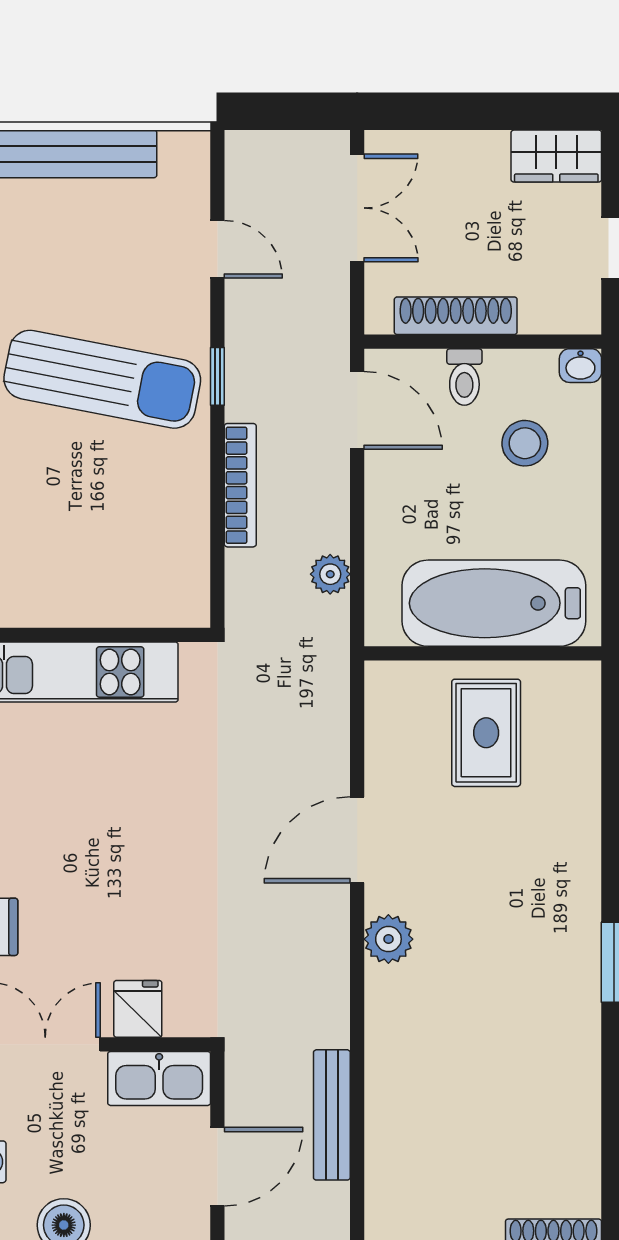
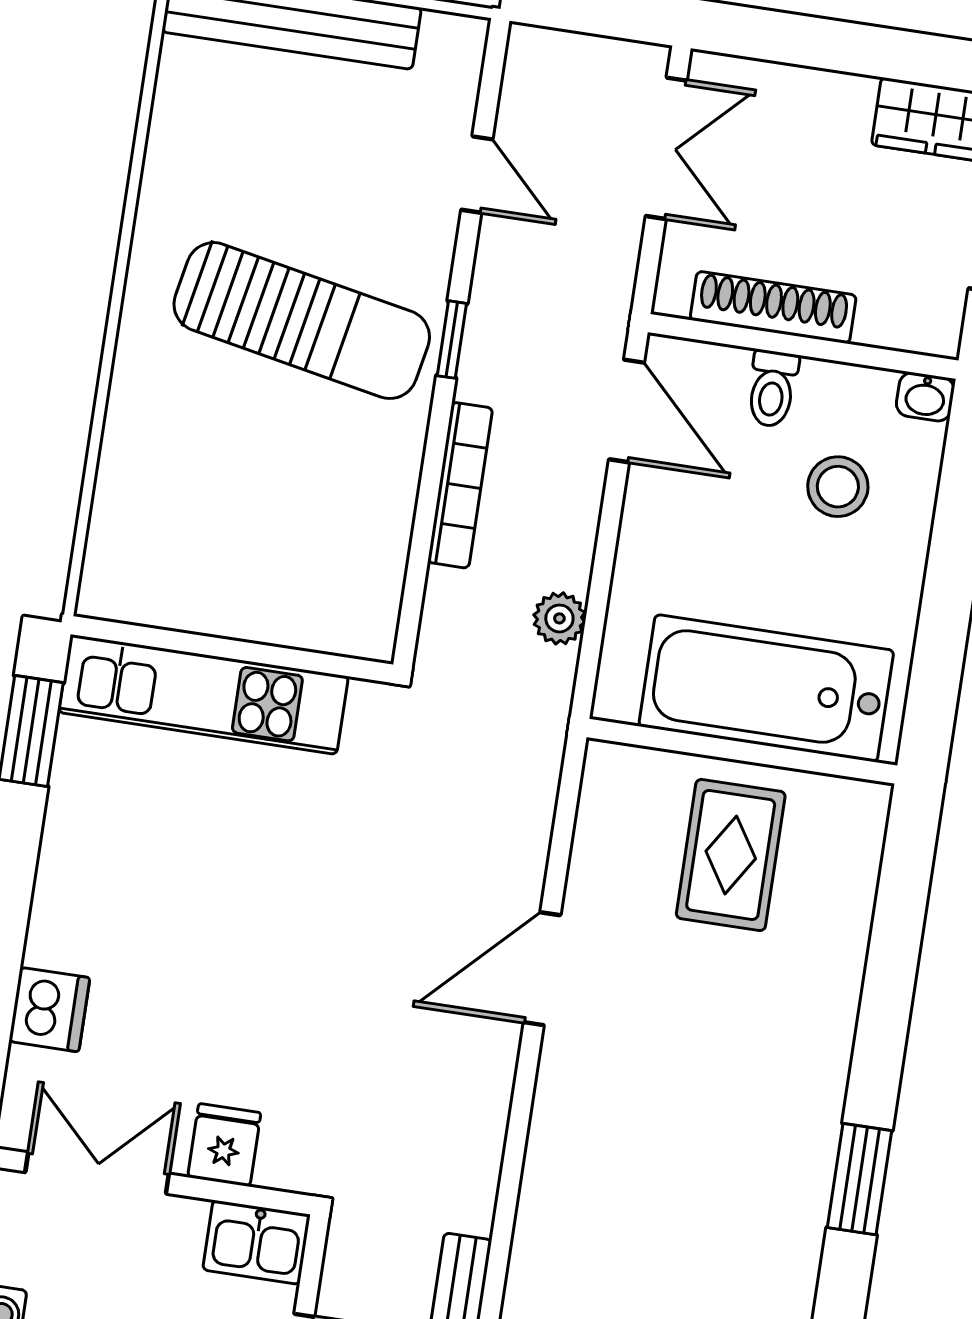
plant: (388, 939) -> (563, 1104), removed
kitchen sink: (159, 1078) -> (256, 1242), width x0.73

